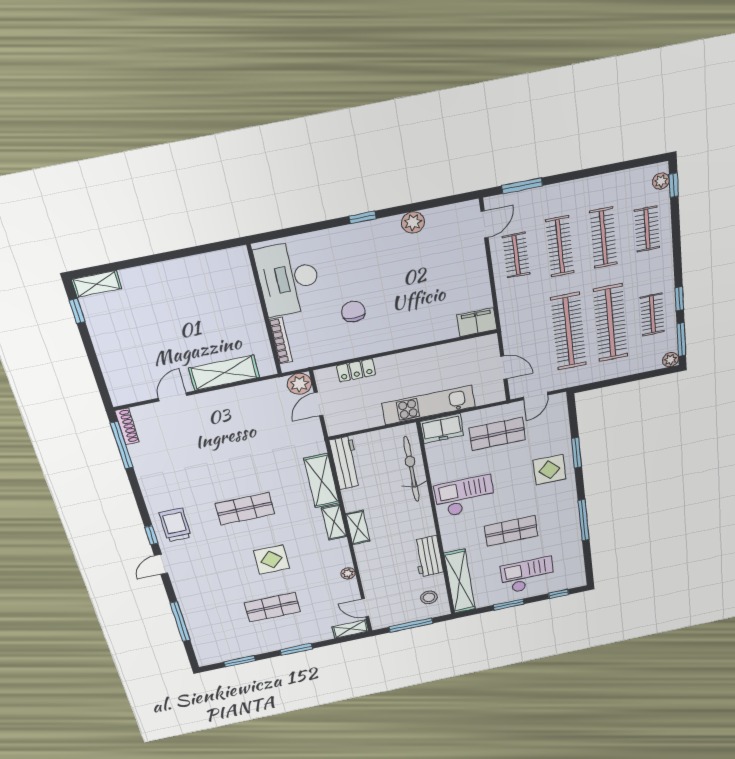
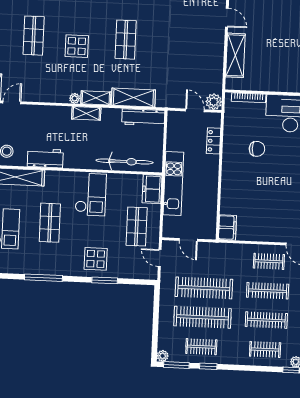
door: (504, 368) -> (188, 240), hinge flipped
plant: (348, 573) -> (75, 98), moved

